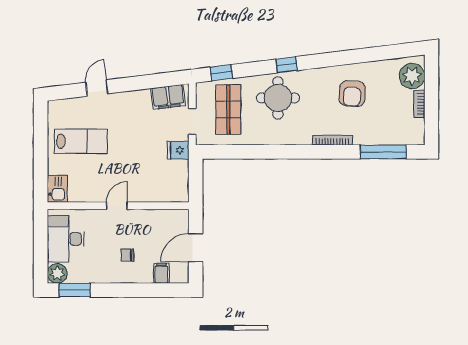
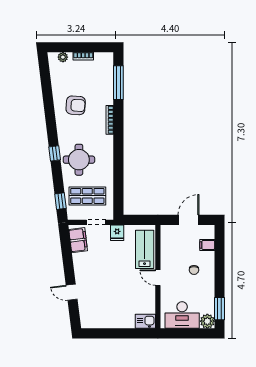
plant: (412, 76) -> (63, 57), width x0.53, depth x0.53
lab bench: (81, 141) -> (145, 249), moved
door: (196, 248) -> (189, 220), swing flipped

